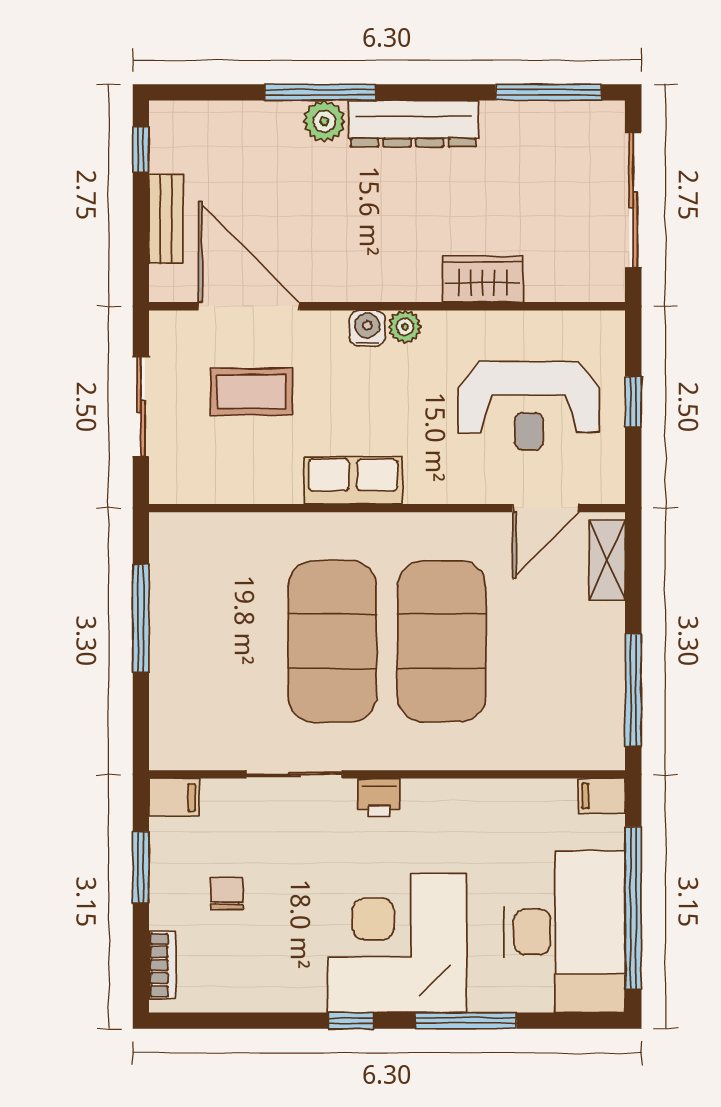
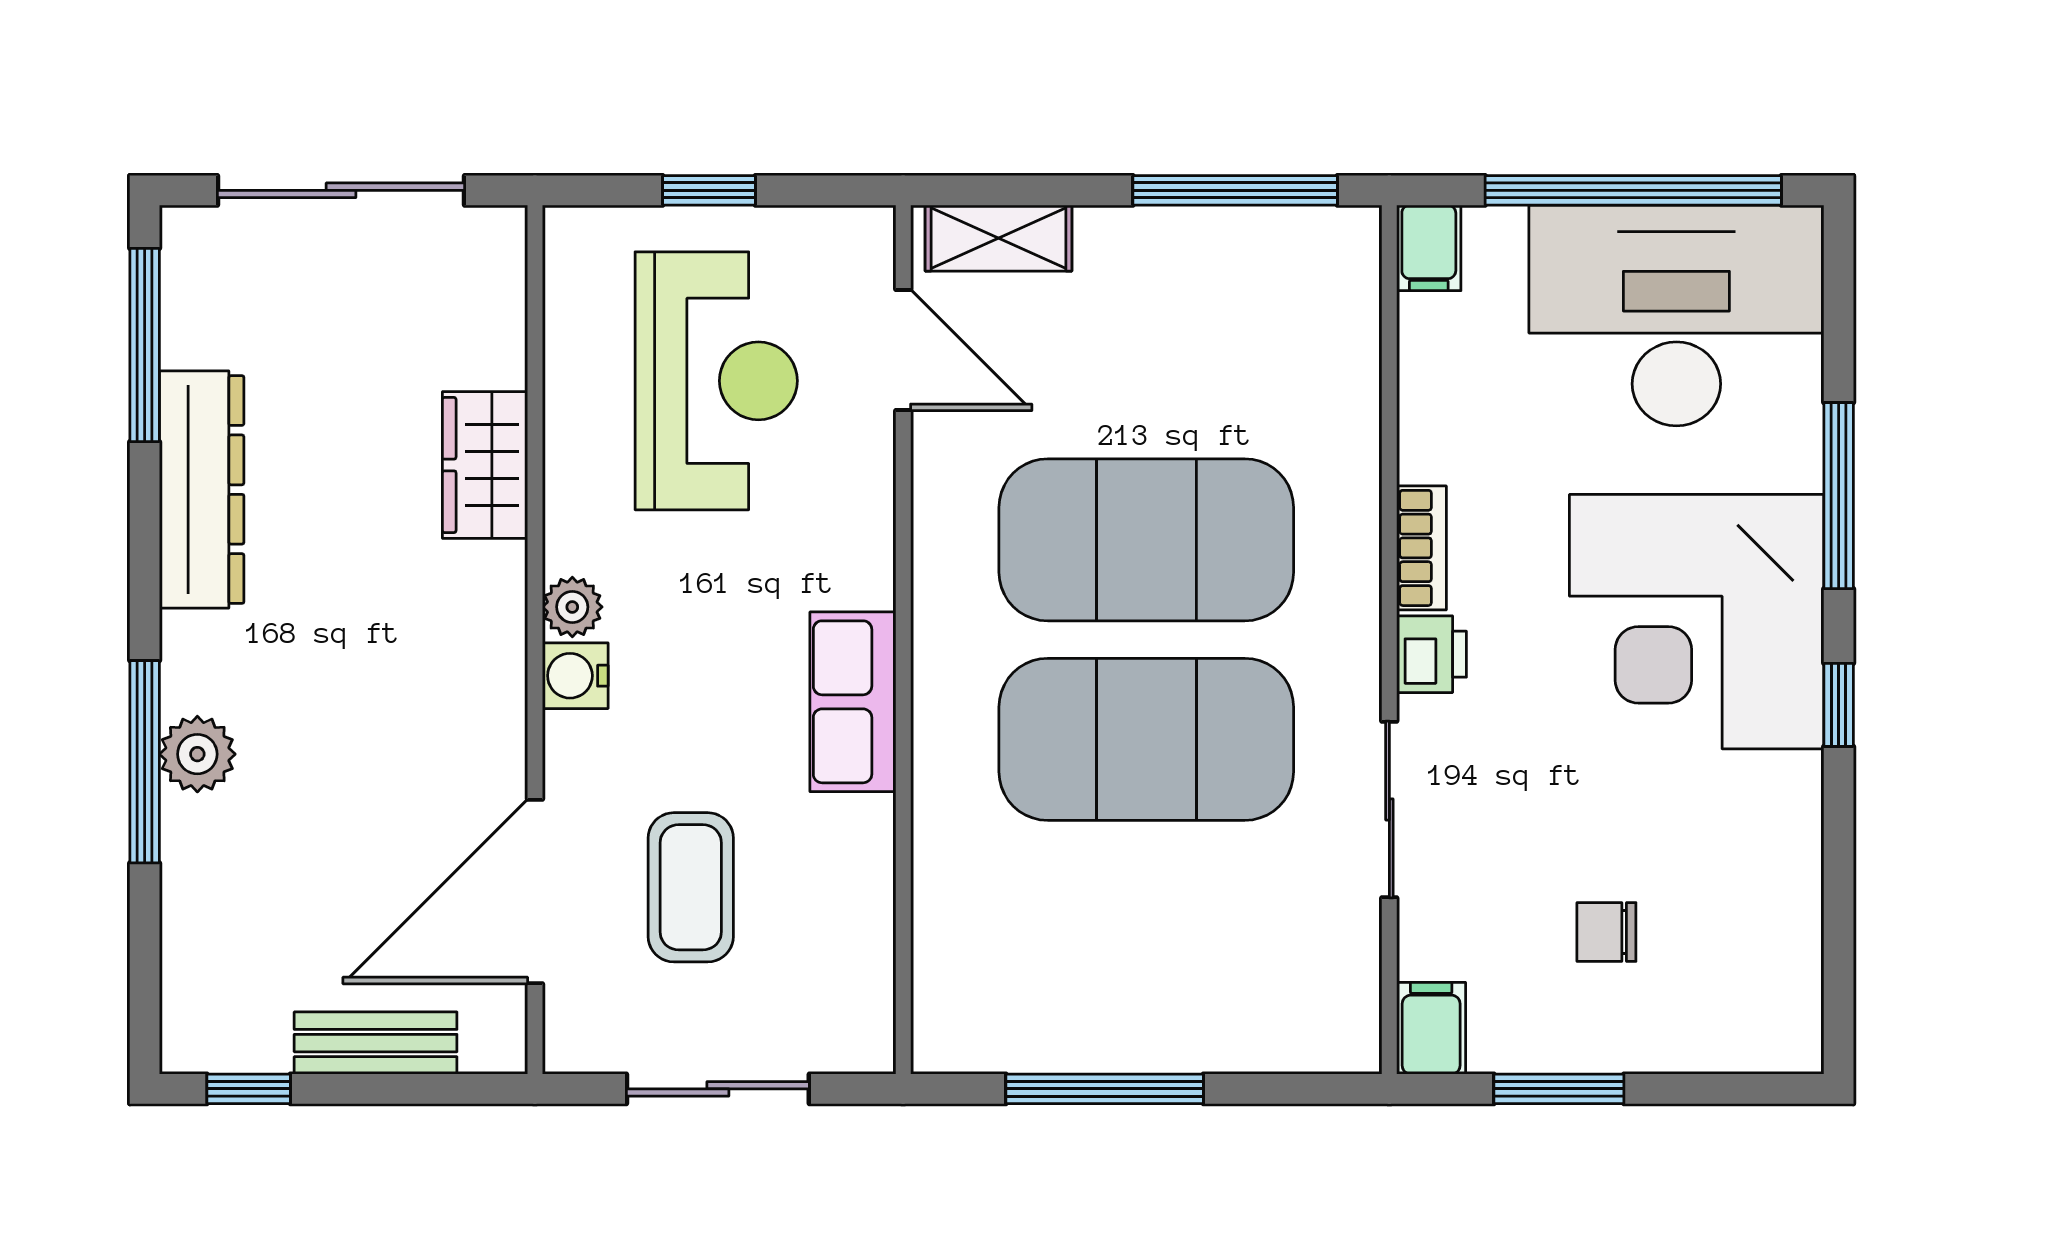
dresser: (413, 124) -> (202, 490), moved
bookcase: (162, 965) -> (1421, 548), moved, turned 90

